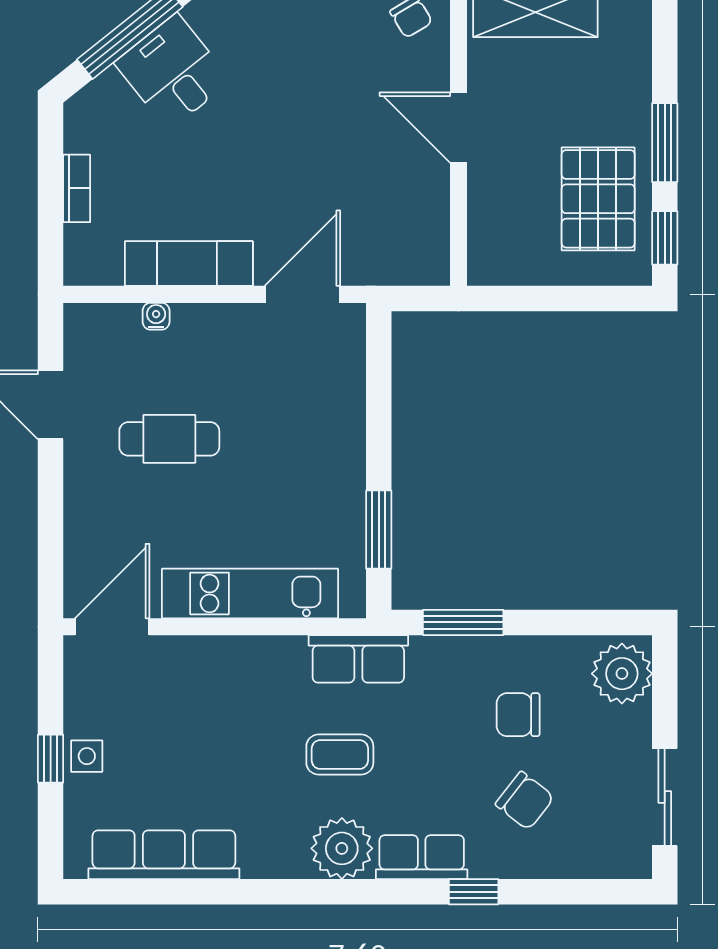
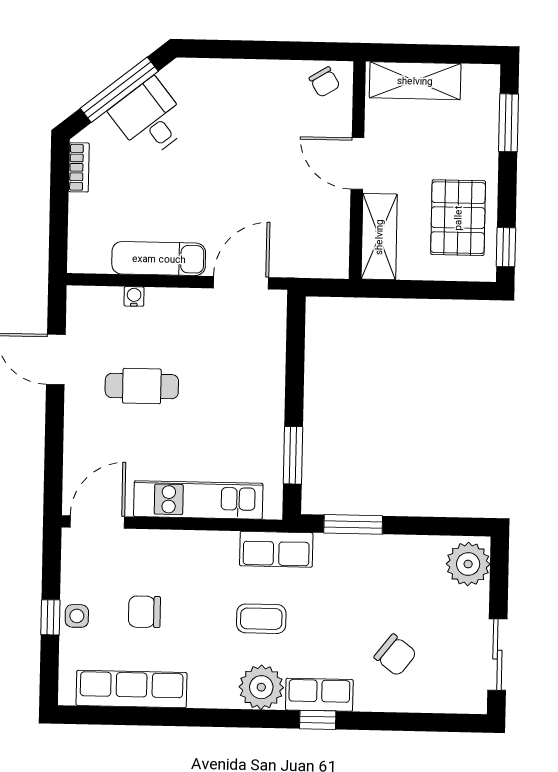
window: (665, 143) -> (509, 123), moved
bookcase: (77, 188) -> (79, 167), moved
shelving: (491, 227) -> (379, 237), added
chair: (518, 715) -> (144, 612), moved
window: (474, 892) -> (318, 720), moved

